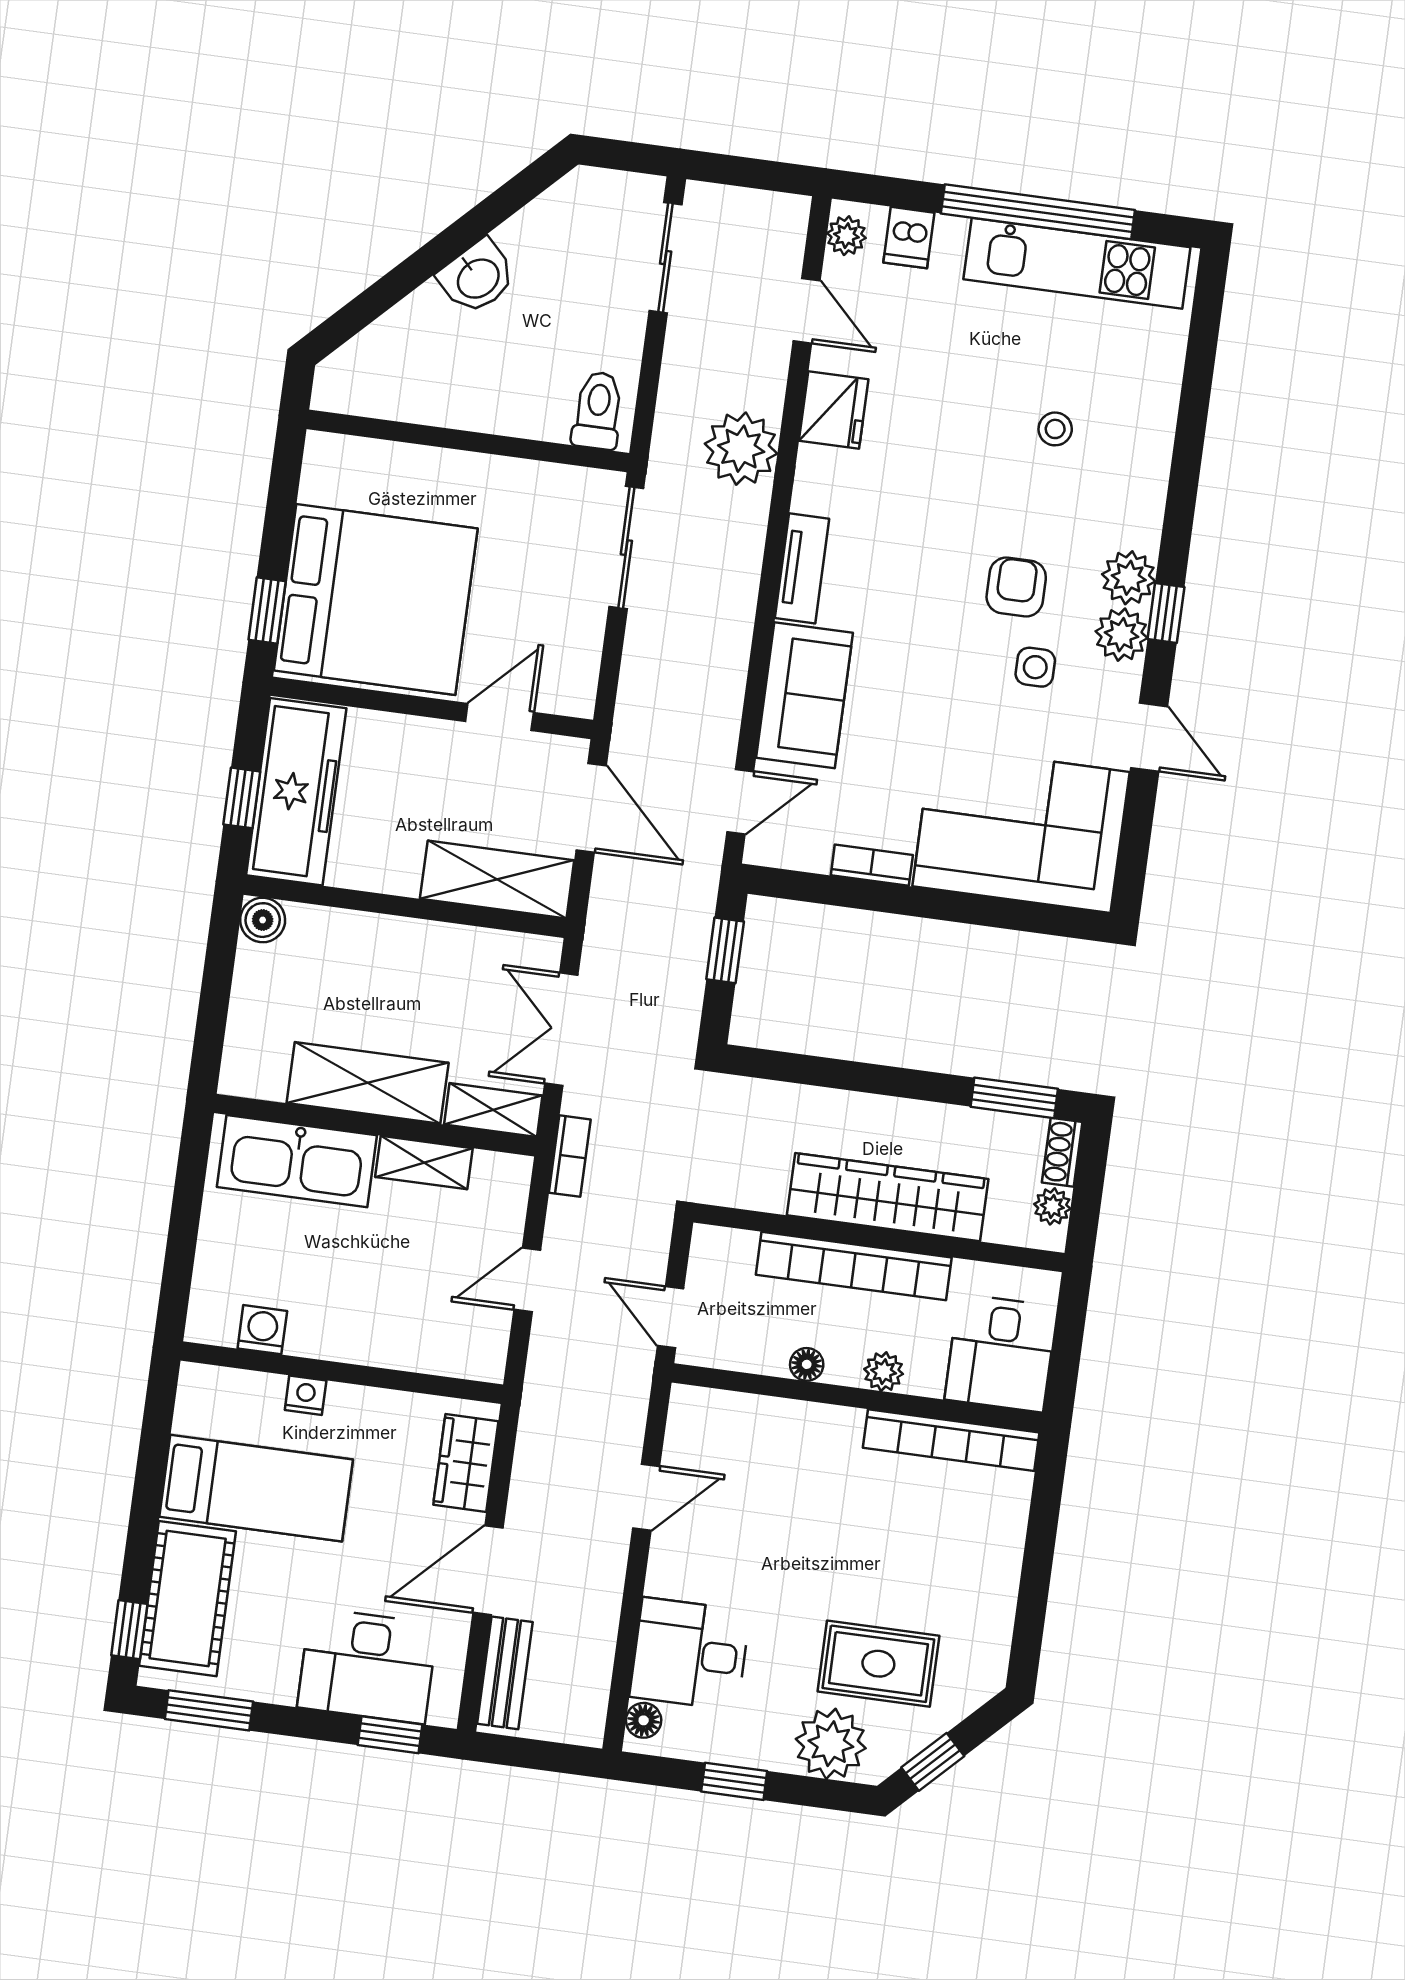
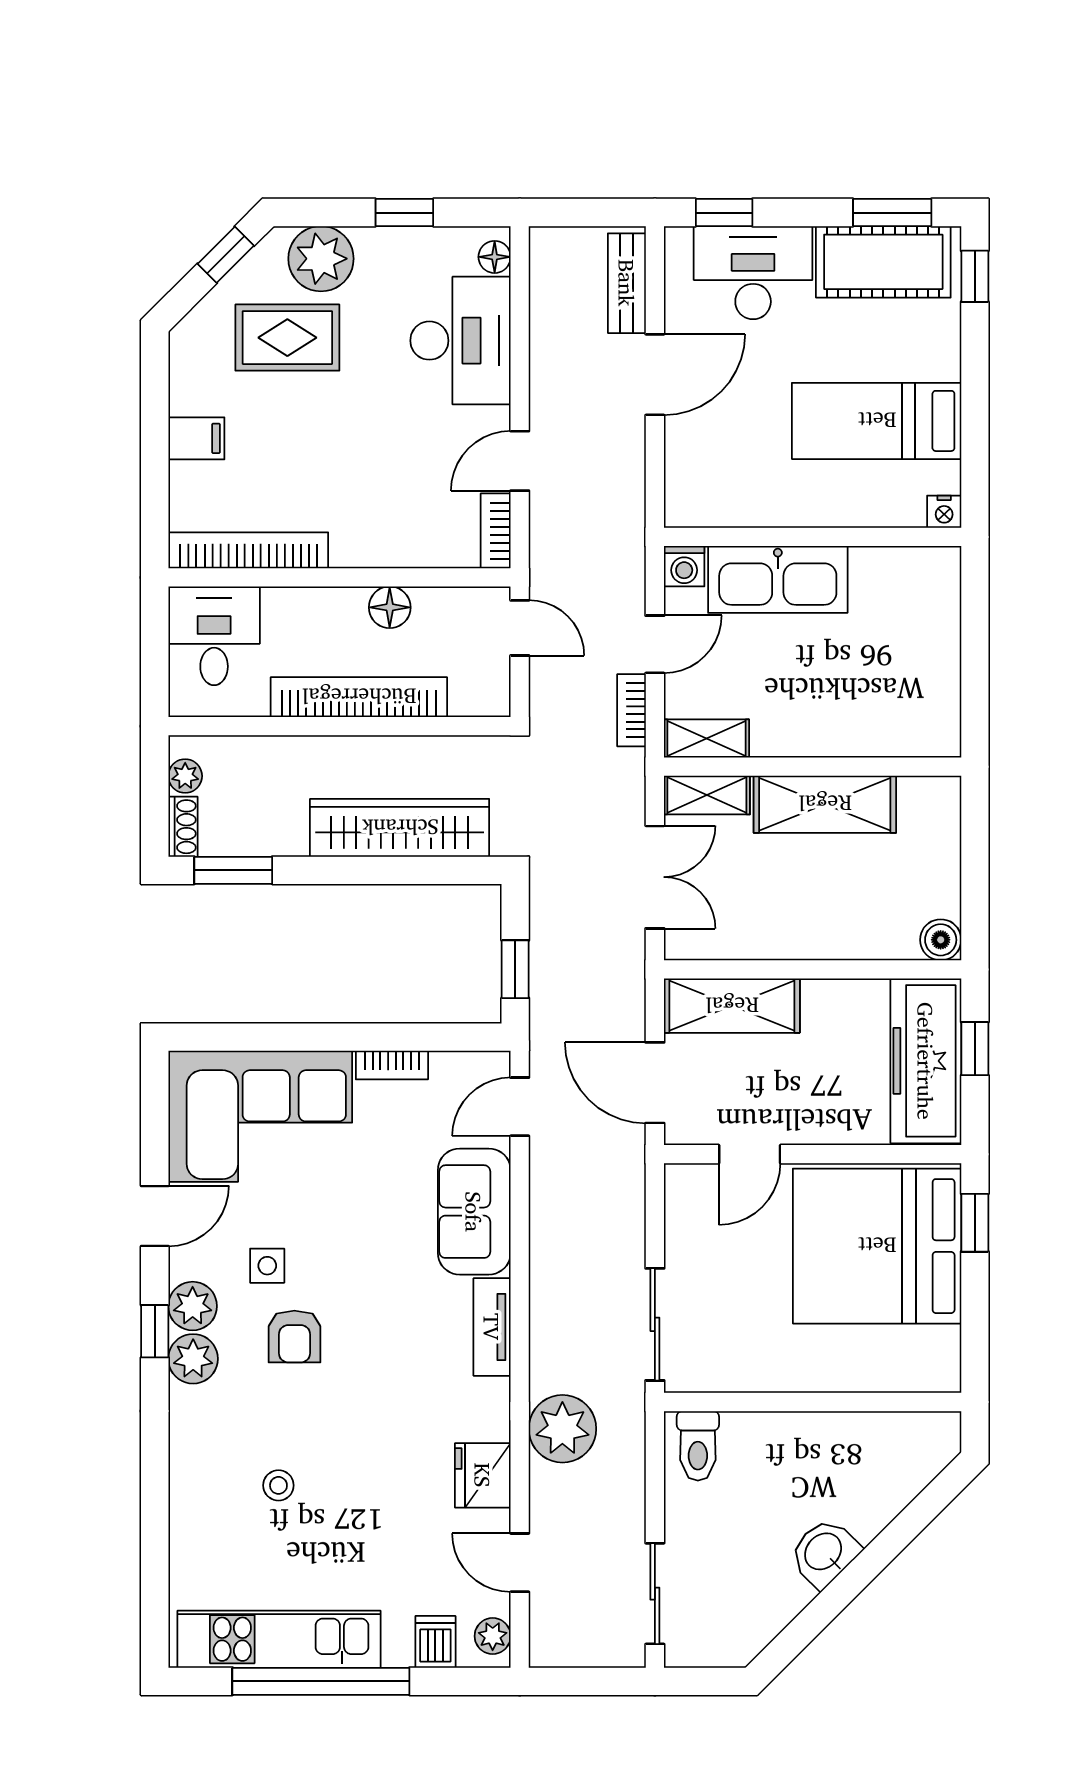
door: (1149, 737) -> (155, 1216), swing flipped
bookcase: (570, 1156) -> (631, 710), moved
kitchen sink: (297, 1161) -> (778, 579), moved, turned 180
shelving: (424, 1163) -> (707, 739), moved
wardrobe: (888, 1197) -> (400, 828), moved, turned 180
washing machine: (262, 1330) -> (684, 566), moved
floor lamp: (807, 1364) -> (390, 607), width x1.37, depth x1.37
plant: (884, 1372) -> (319, 605), removed
nightstand: (306, 1395) -> (944, 512), moved
bookcase: (682, 1425) -> (496, 531), added
wardrobe: (466, 1463) -> (688, 470), removed
filing cabinet: (991, 1568) -> (196, 438), added
cot: (188, 1599) -> (883, 262), moved, turned 90
desk: (690, 1654) -> (460, 341), width x1.37

